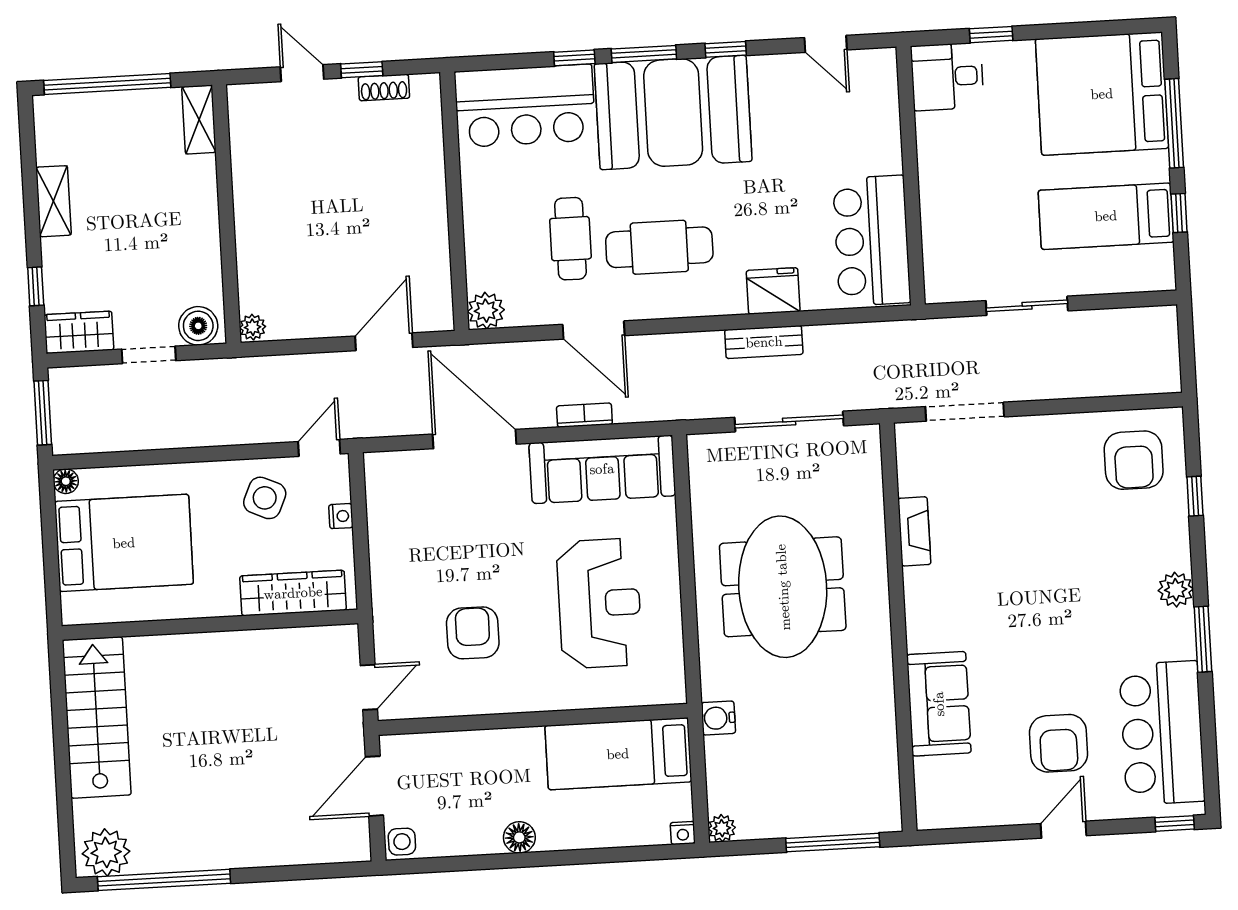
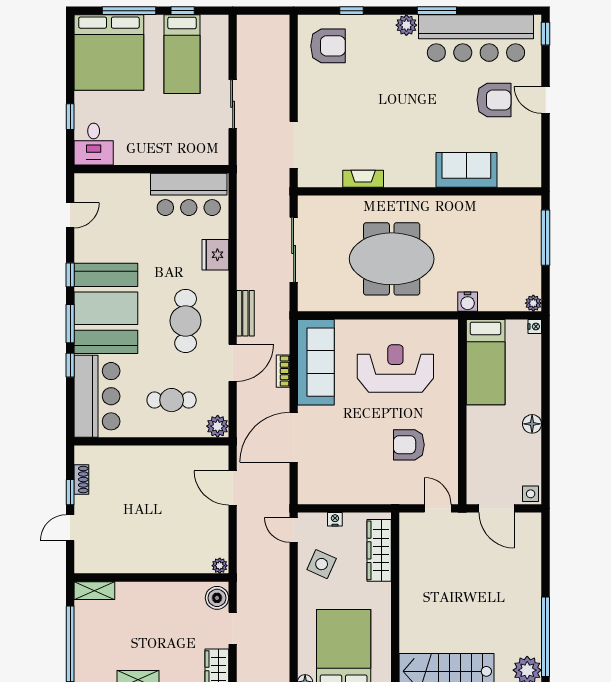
cafe table: (570, 239) -> (172, 400), moved
bench: (764, 342) -> (245, 313), moved
bar counter: (1162, 733) -> (476, 38), width x1.36

